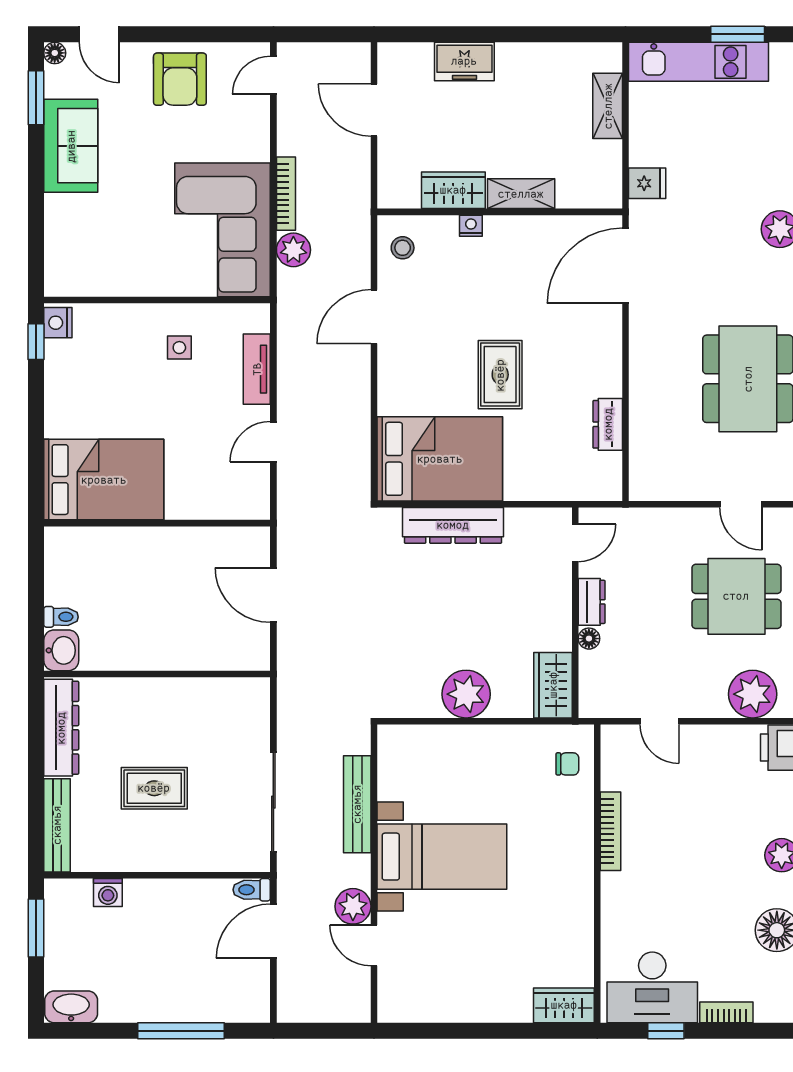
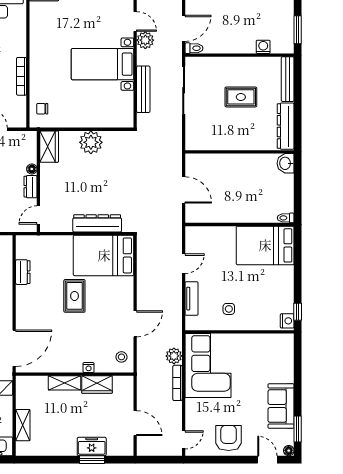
window: (464, 34) -> (92, 460), added
toilet: (61, 617) -> (286, 218), moved

